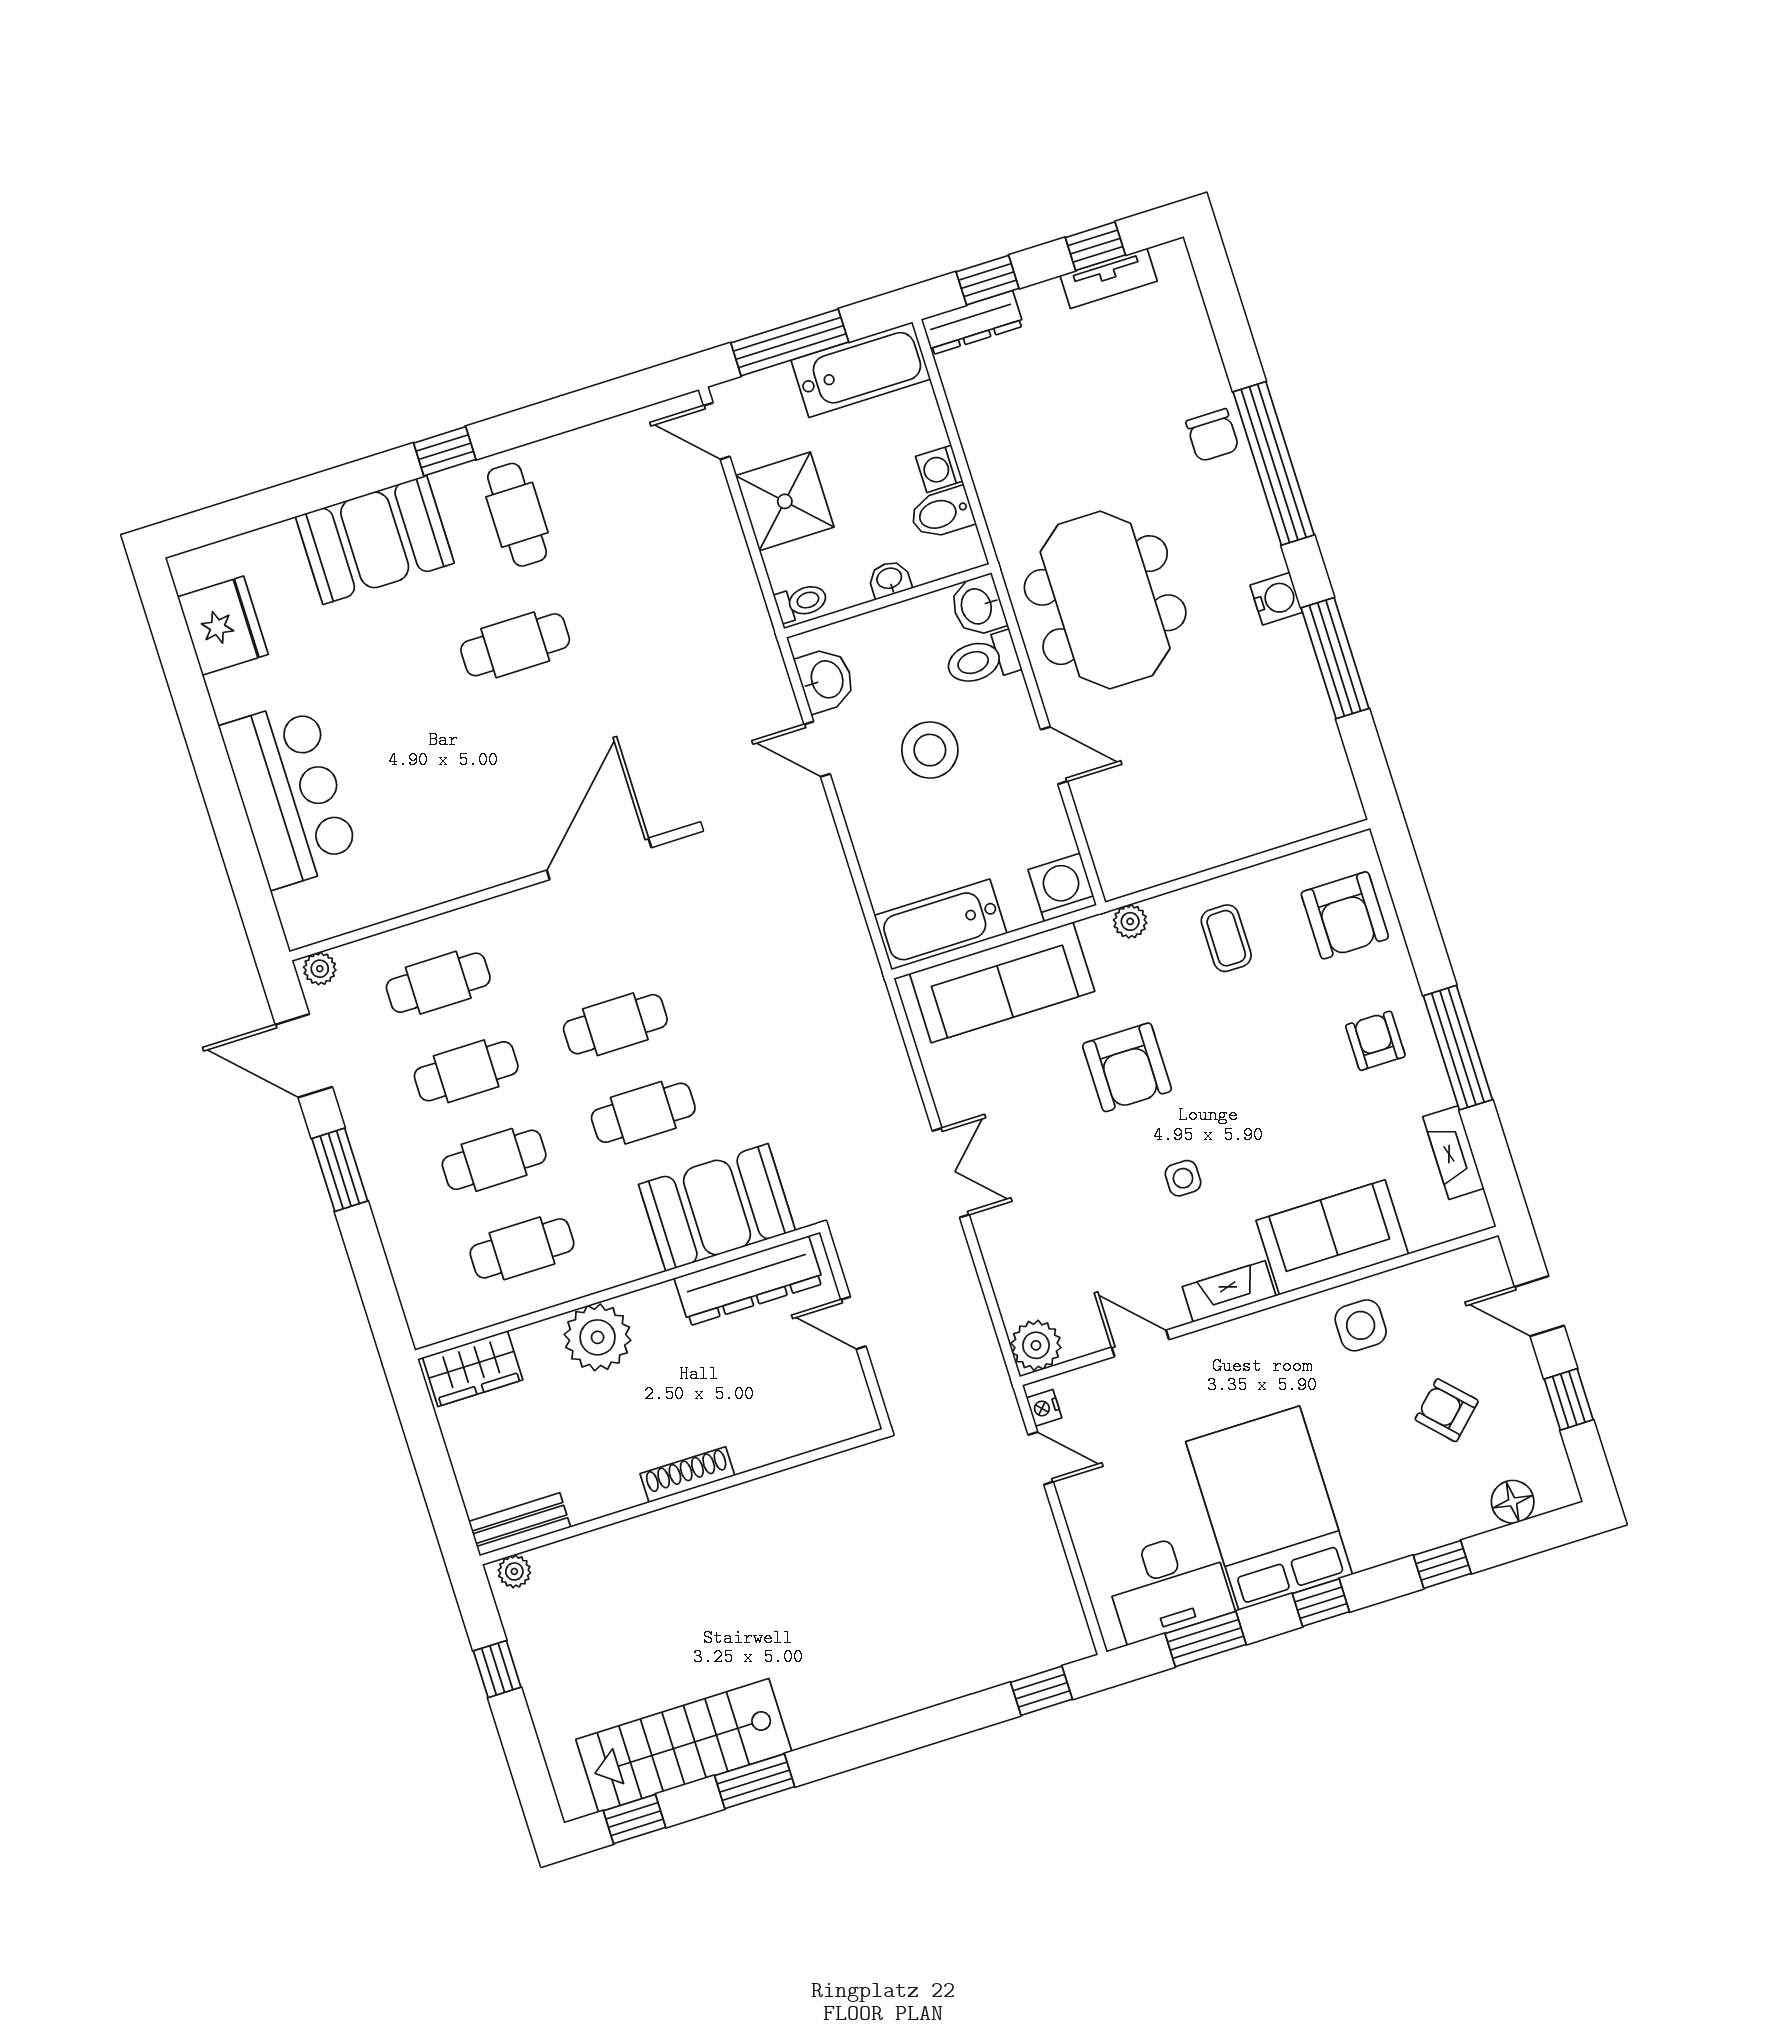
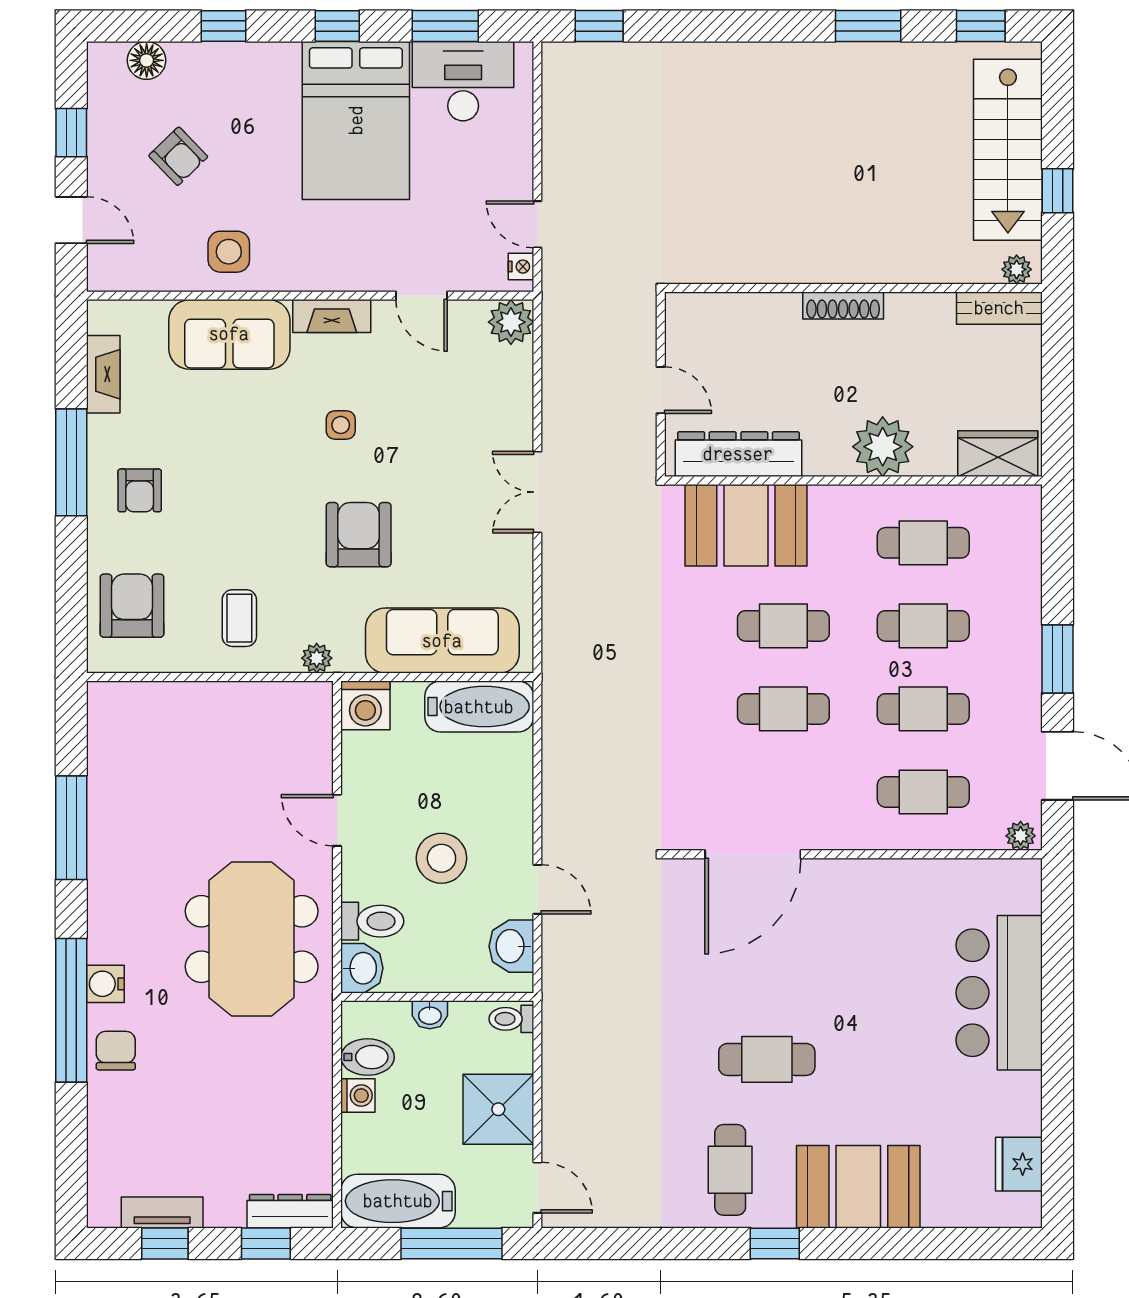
water cooler: (1276, 599) -> (105, 984), moved
fridge: (223, 626) -> (1019, 1164), width x0.73, depth x0.75
stairs: (684, 1745) -> (1008, 150), moved, turned 90

